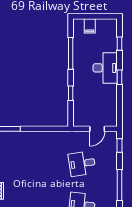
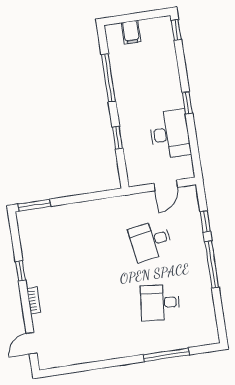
window: (119, 44) -> (176, 30), moved
desk: (105, 68) -> (170, 134), moved
window: (119, 146) -> (205, 221), moved

